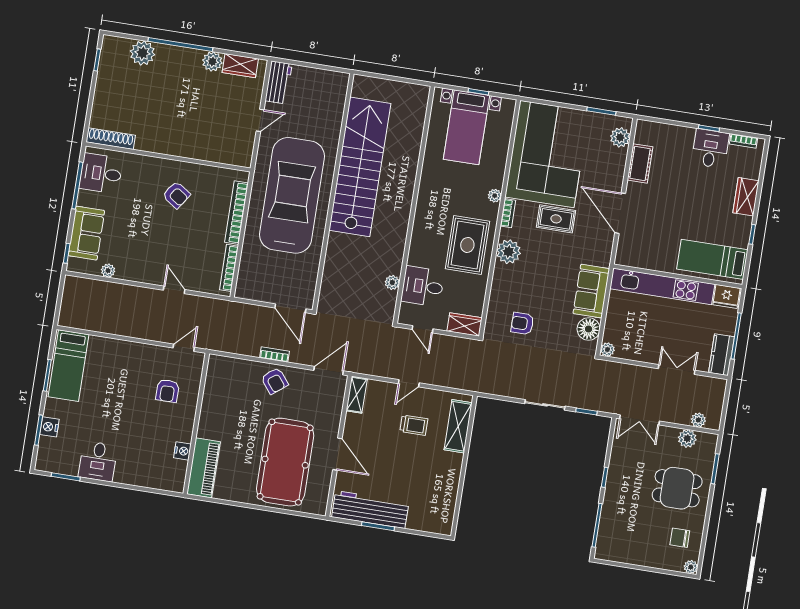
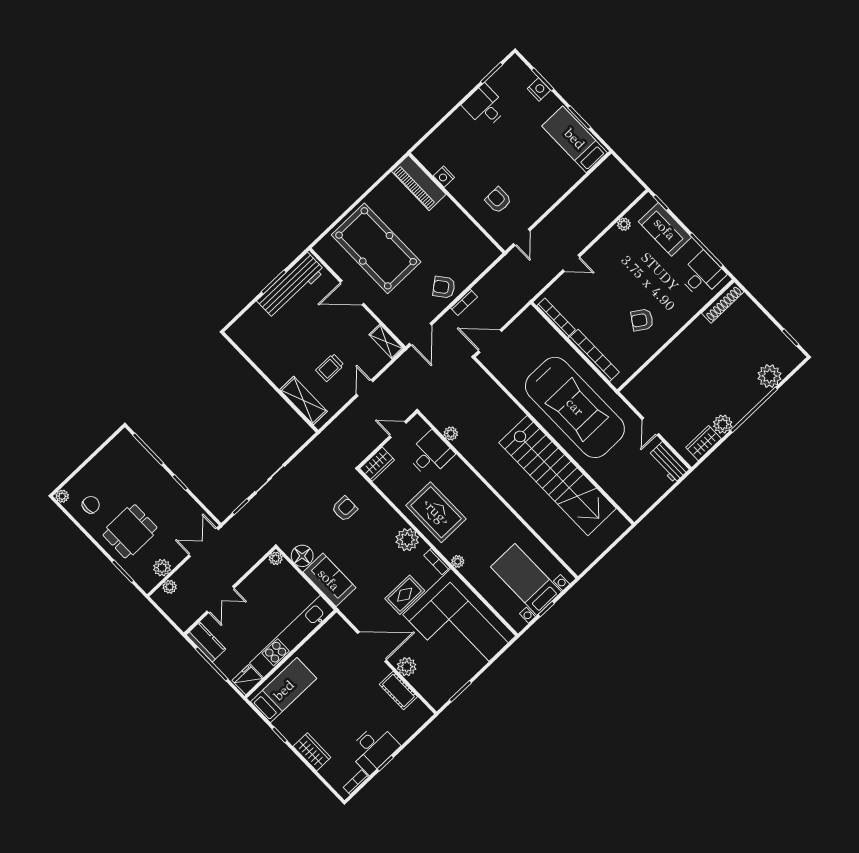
plant: (620, 137) -> (407, 667), moved
desk: (710, 148) -> (373, 748), width x1.37

